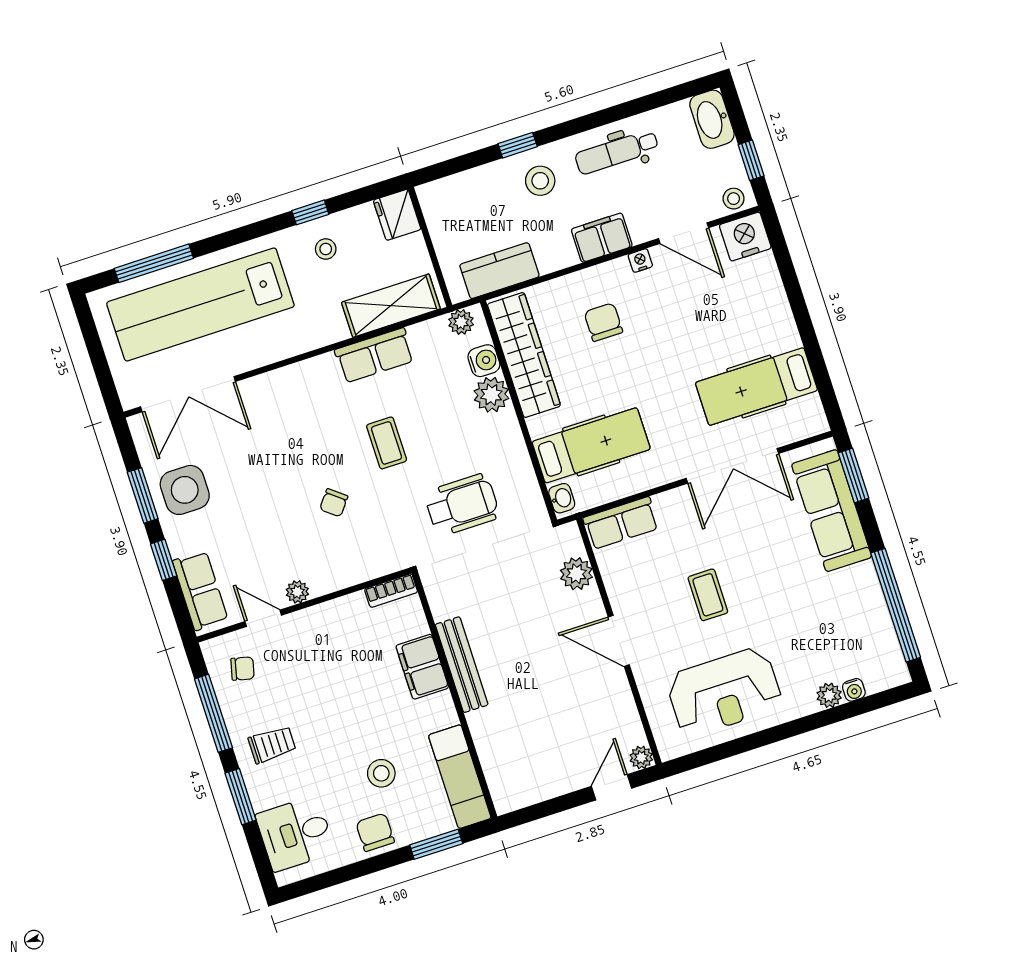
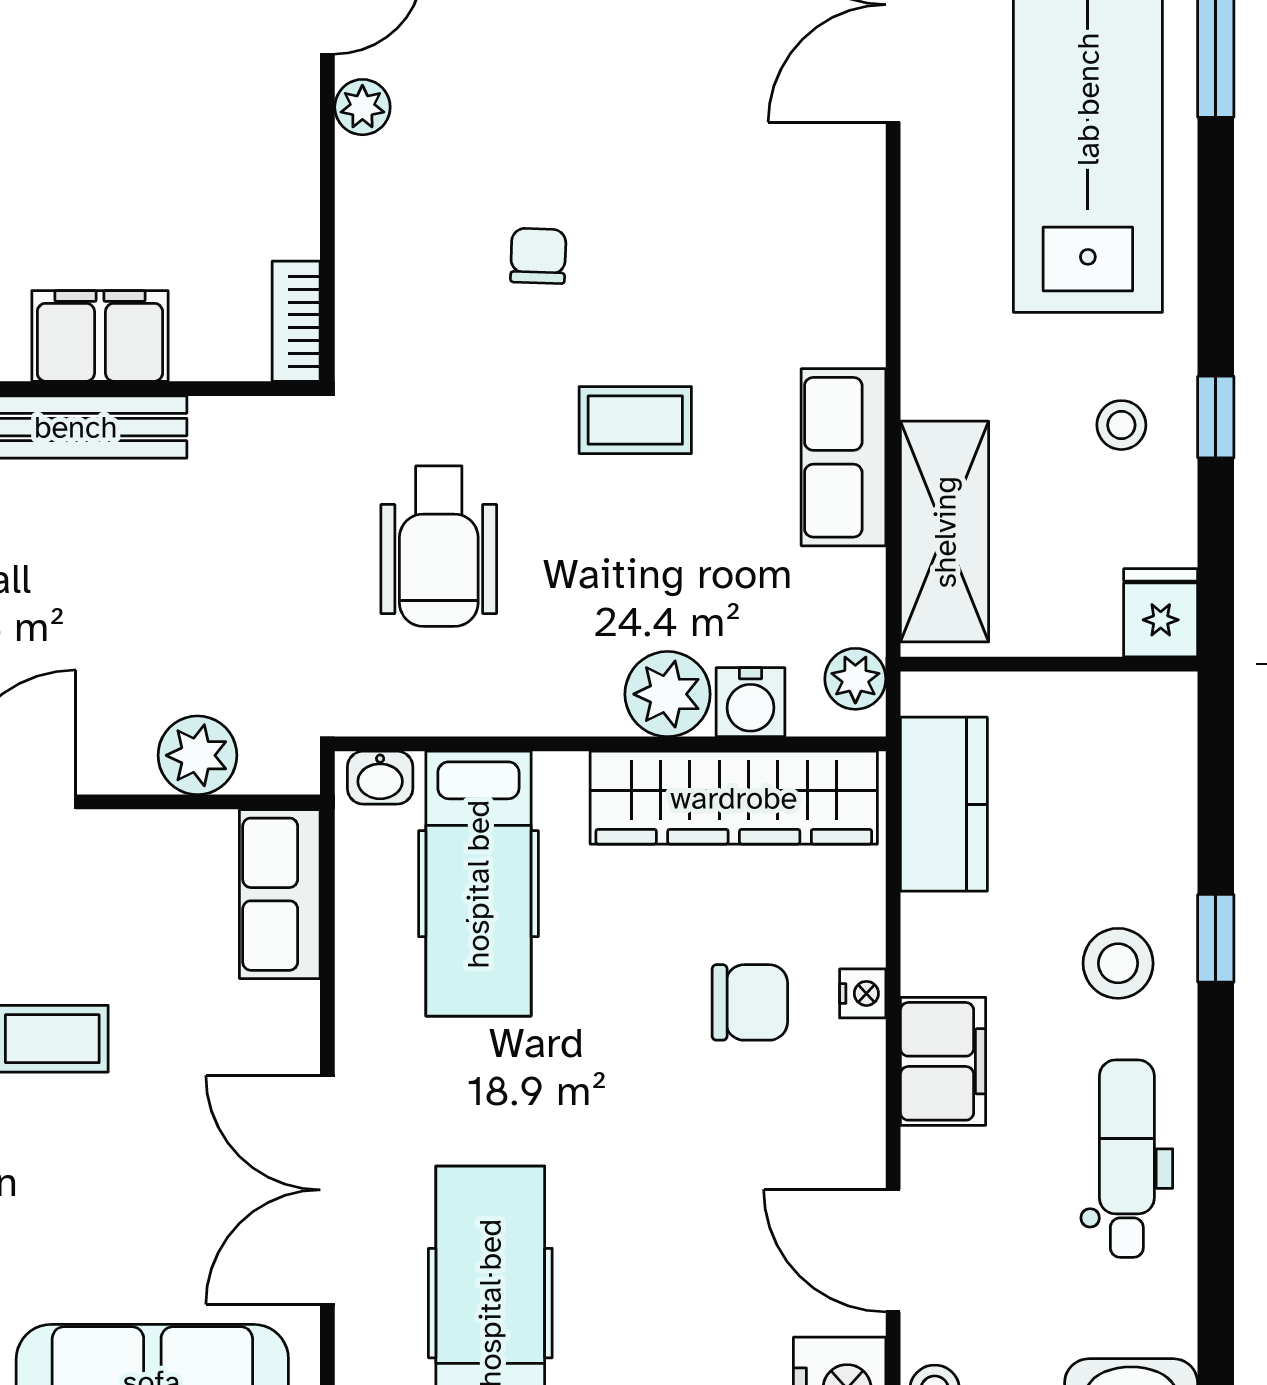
fridge: (397, 215) -> (1161, 613), width x0.72
door: (684, 233) -> (893, 1251), hinge flipped
nightstand: (640, 261) -> (863, 993), moved
chair: (334, 503) -> (538, 256), turned 54

